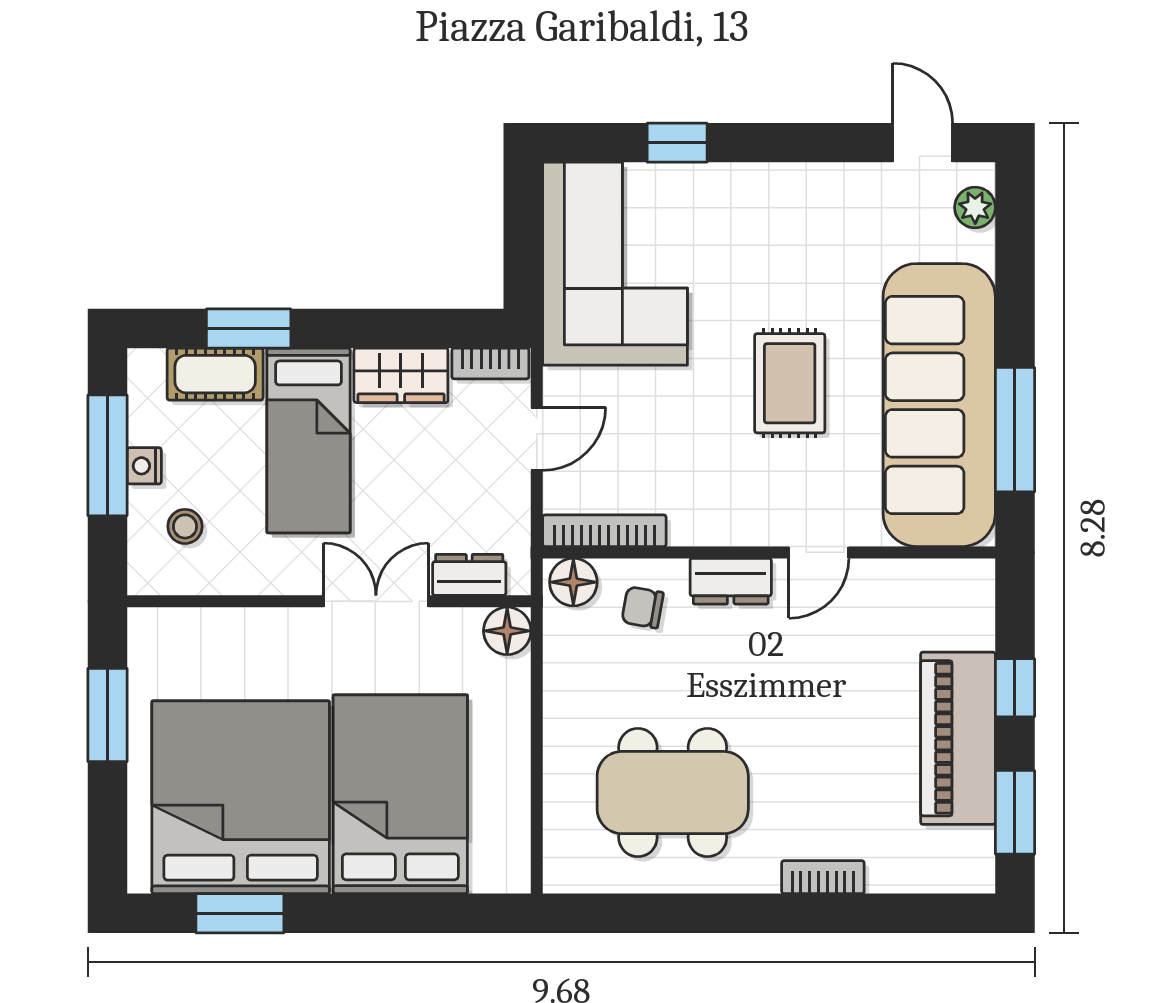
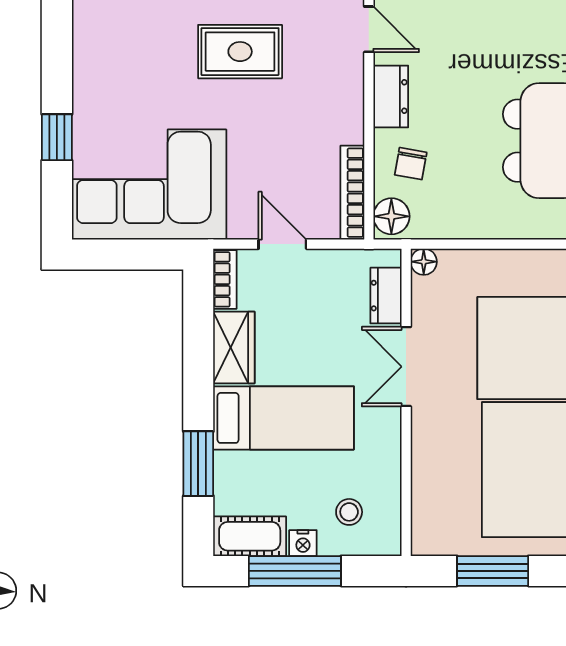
cot: (215, 374) -> (250, 536), moved, turned 90
floor lamp: (507, 631) -> (424, 262), width x0.73, depth x0.73

